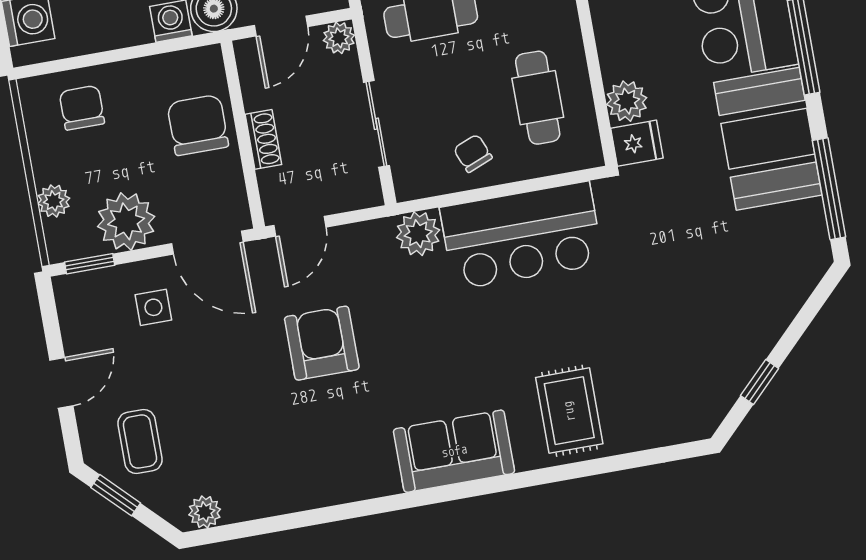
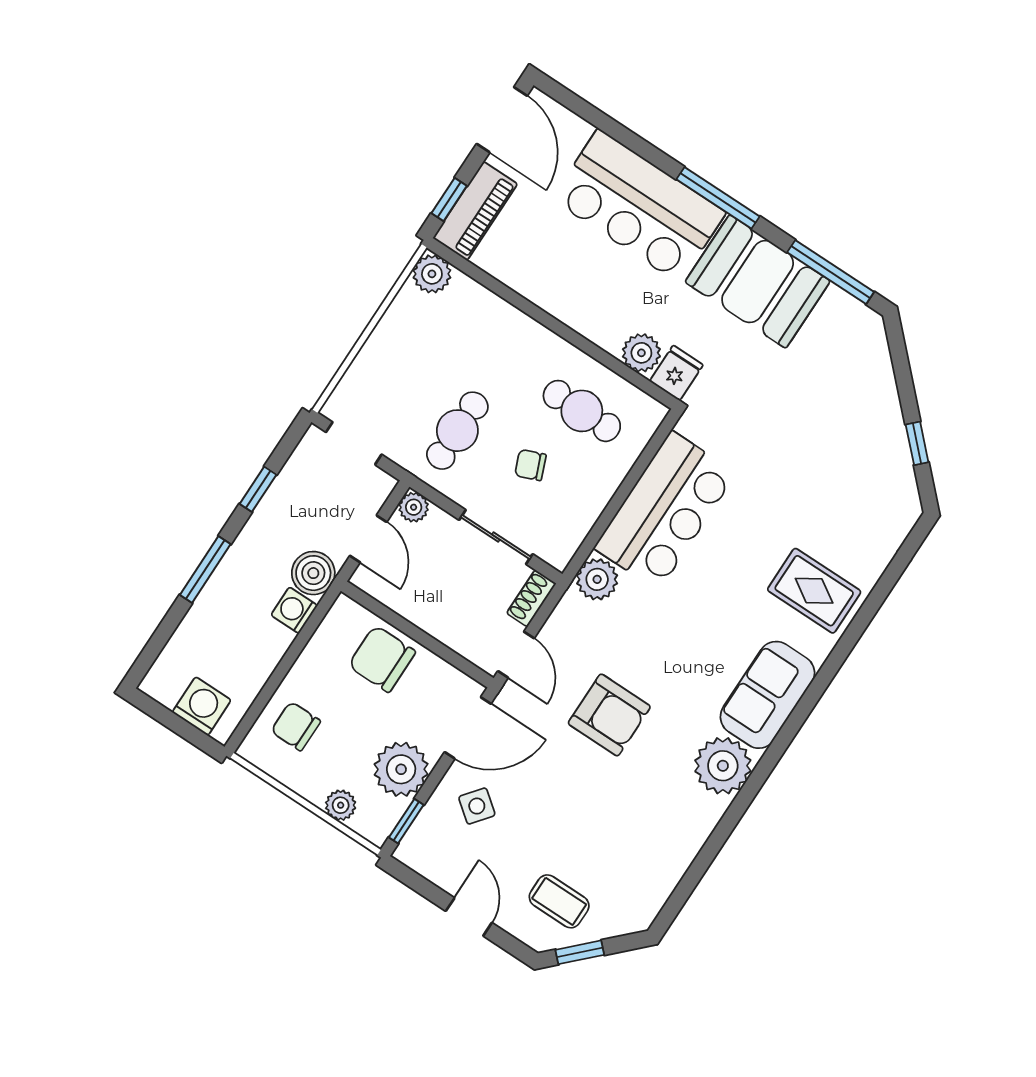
shoe rack: (263, 139) -> (531, 598), moved, turned -90
chair: (473, 153) -> (530, 465), moved
side table: (153, 307) -> (477, 806), turned 38
armchair: (322, 343) -> (609, 715), turned 180
plant: (205, 512) -> (723, 766), moved, width x1.87, depth x1.87

